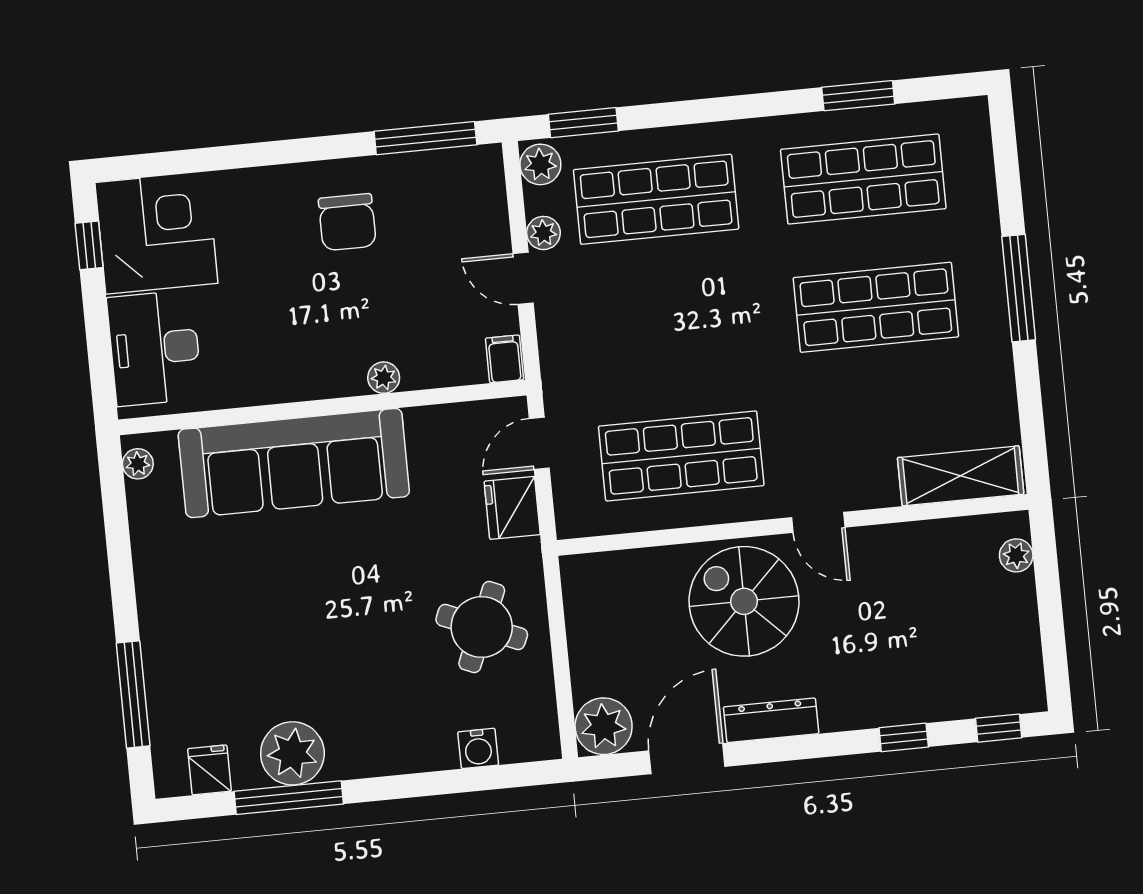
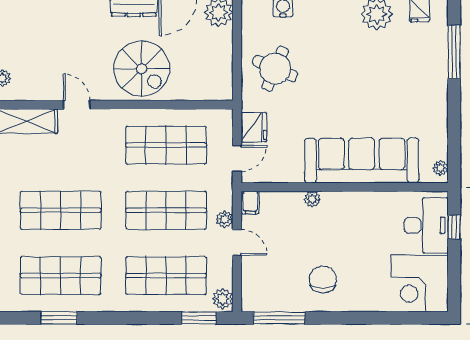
plant: (543, 233) -> (225, 219), moved
window: (89, 245) -> (454, 227), moved
shop shelf: (669, 328) -> (166, 210), added
door: (818, 522) -> (77, 105), moved

